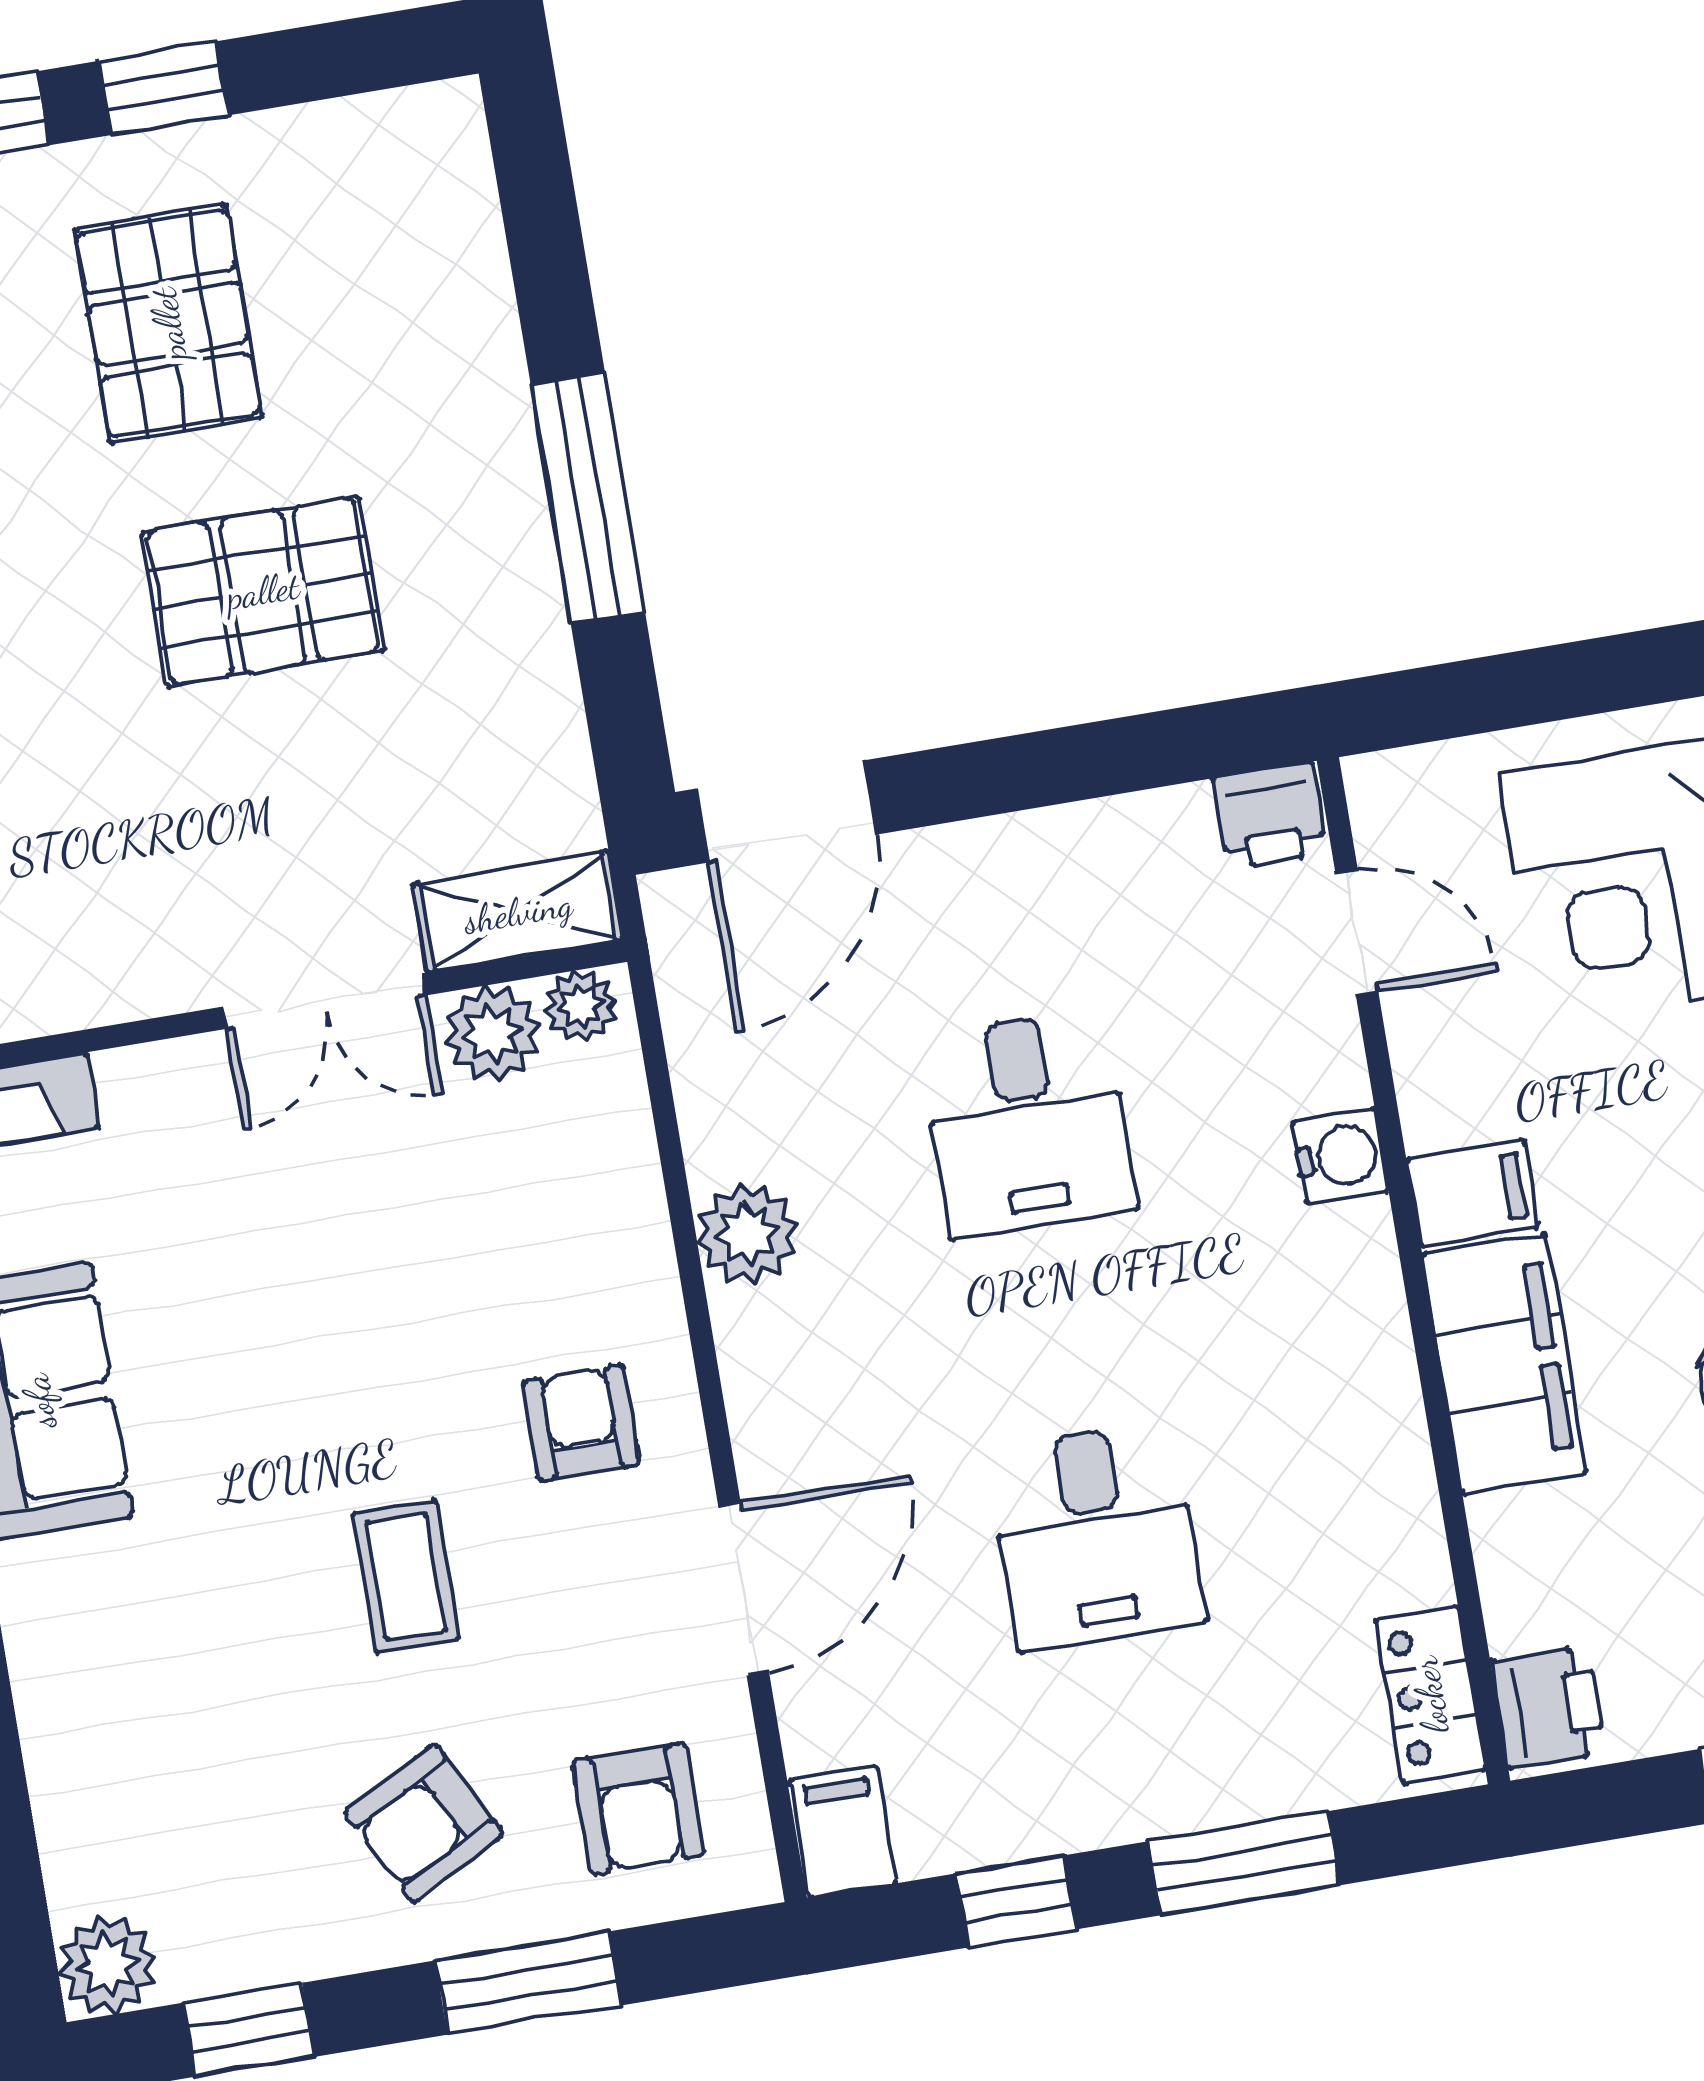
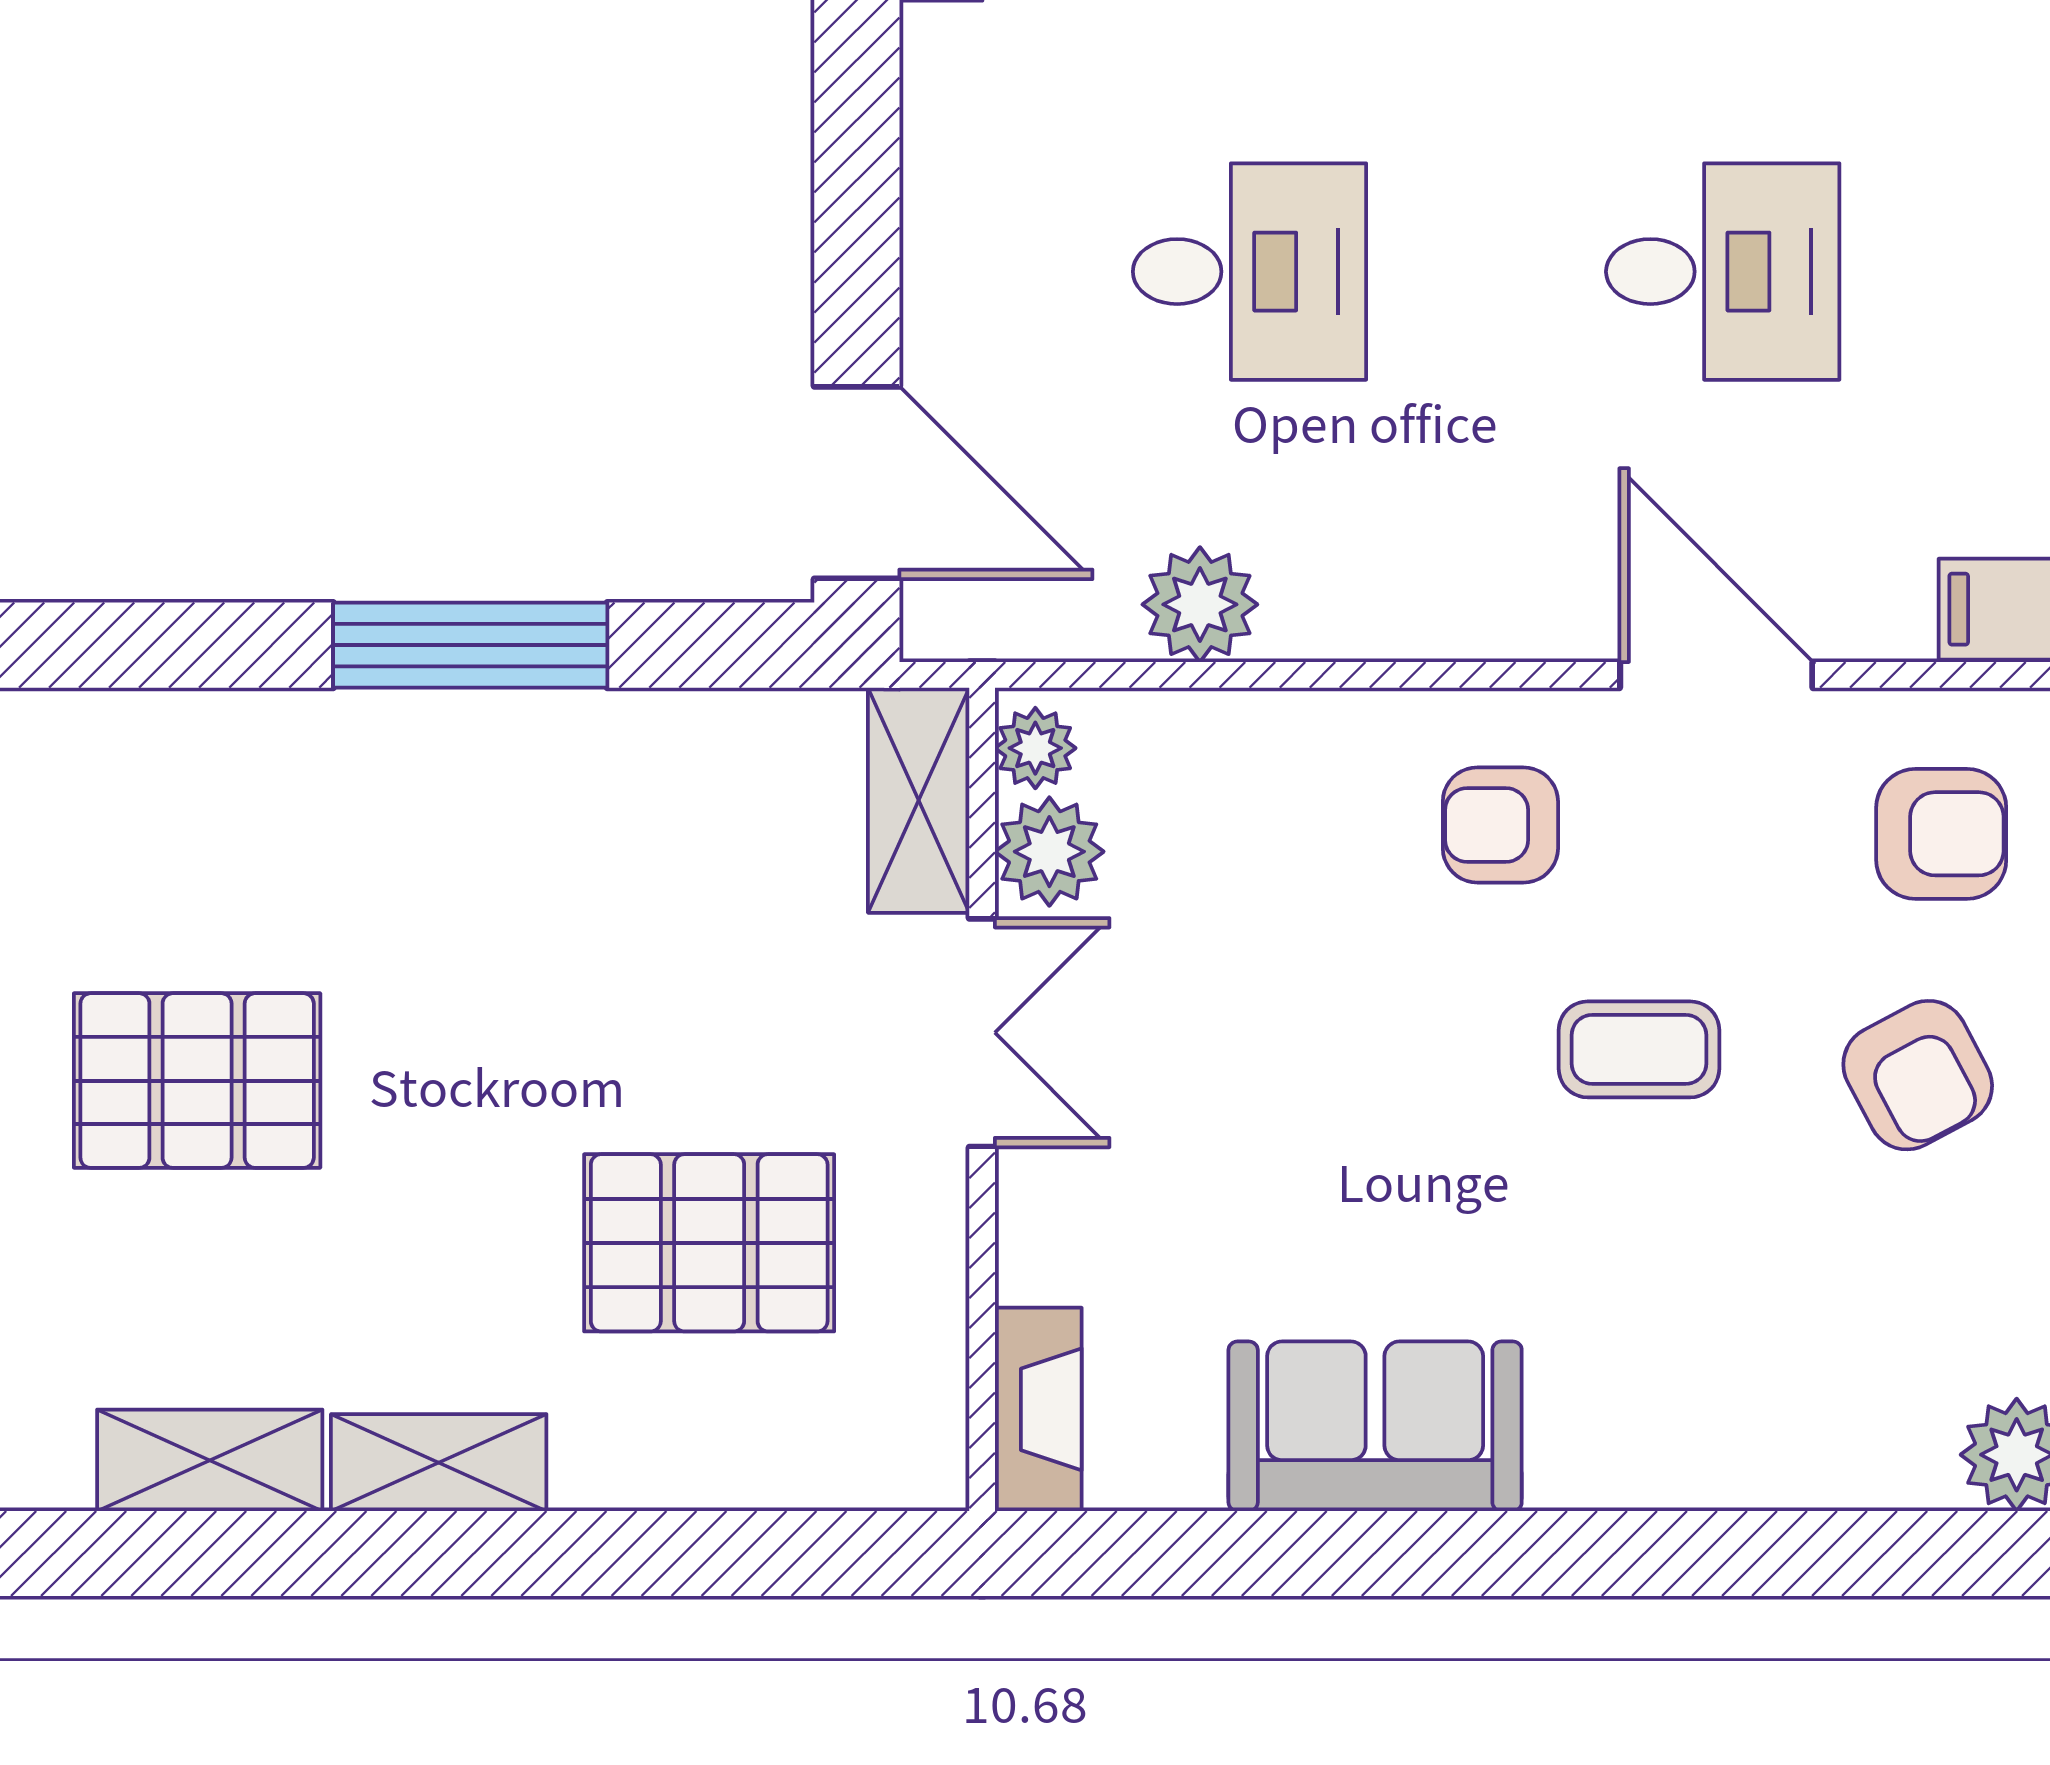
pallet: (263, 591) -> (709, 1243), moved, turned 90
plant: (747, 1234) -> (1200, 604), moved

